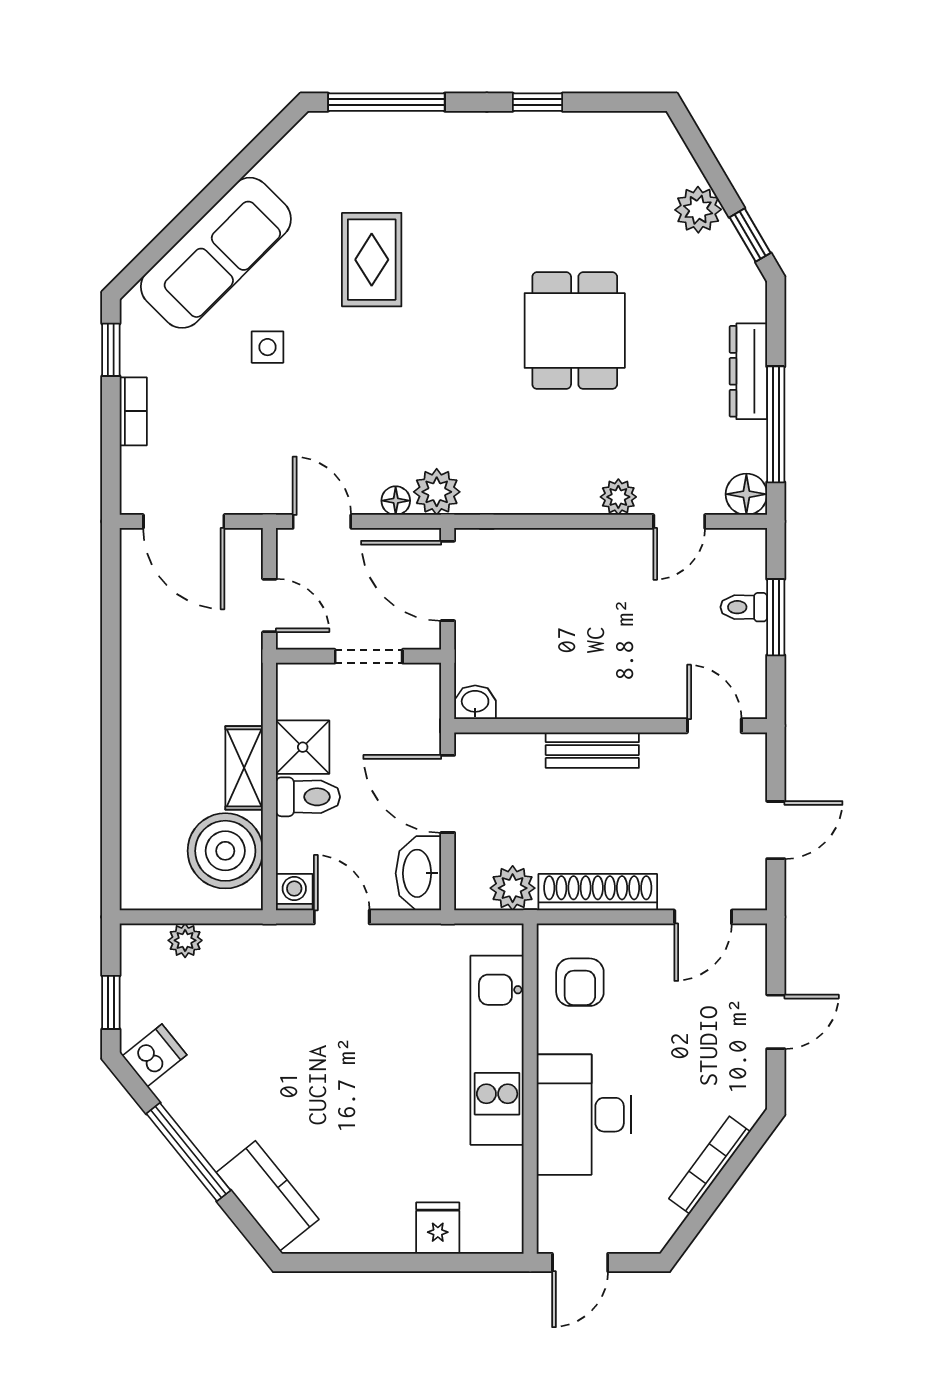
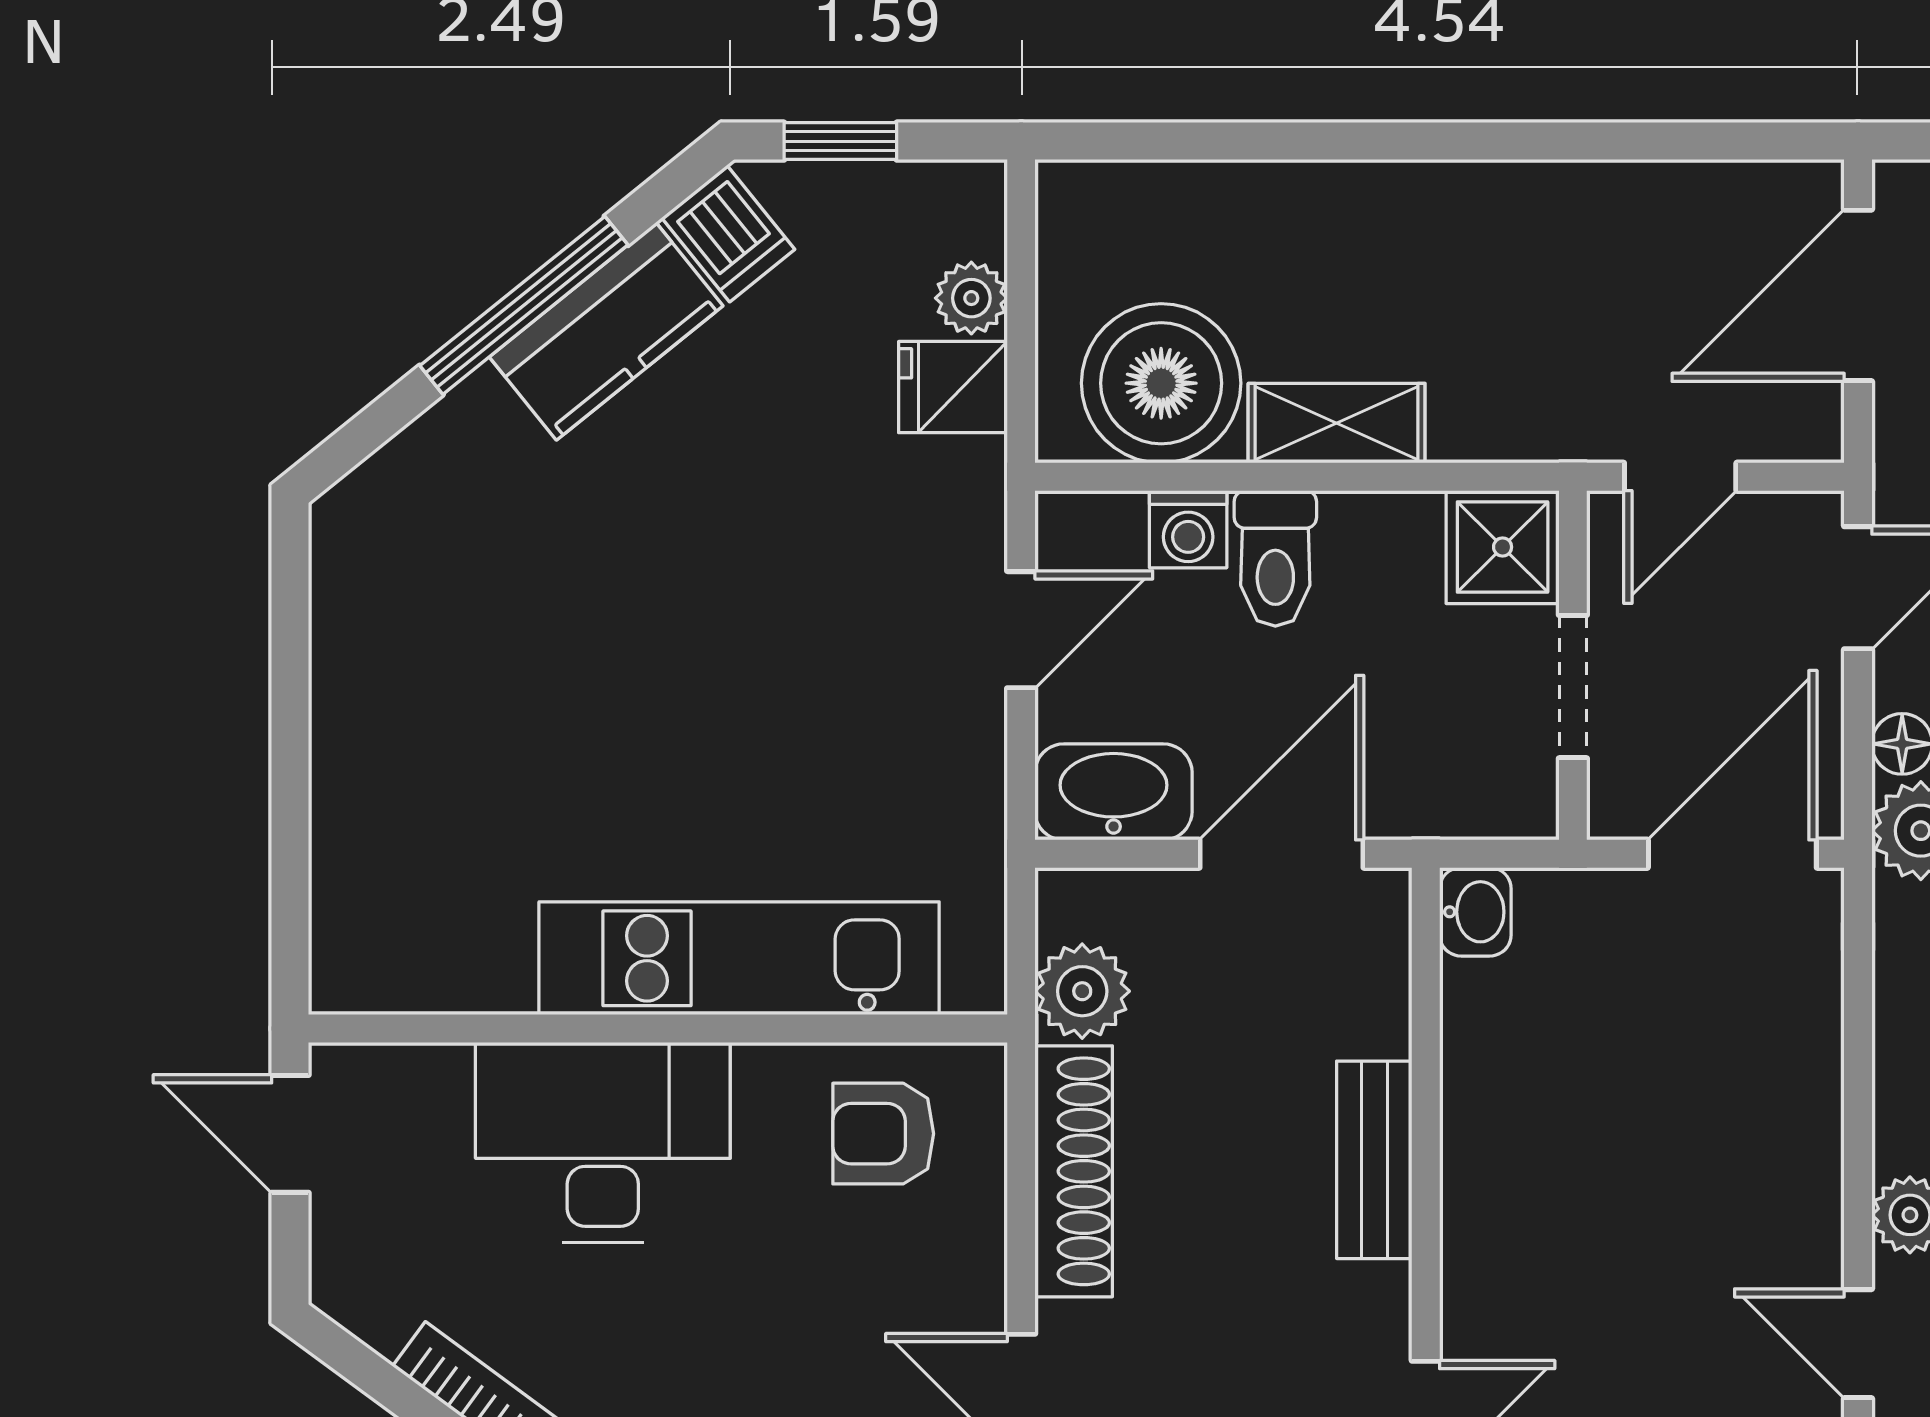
shower: (303, 747) -> (1503, 547), moved
washing machine: (294, 892) -> (1188, 529), moved, turned 90
kitchen counter: (268, 1196) -> (606, 331), moved
fridge: (438, 1228) -> (953, 387), moved, turned 180

